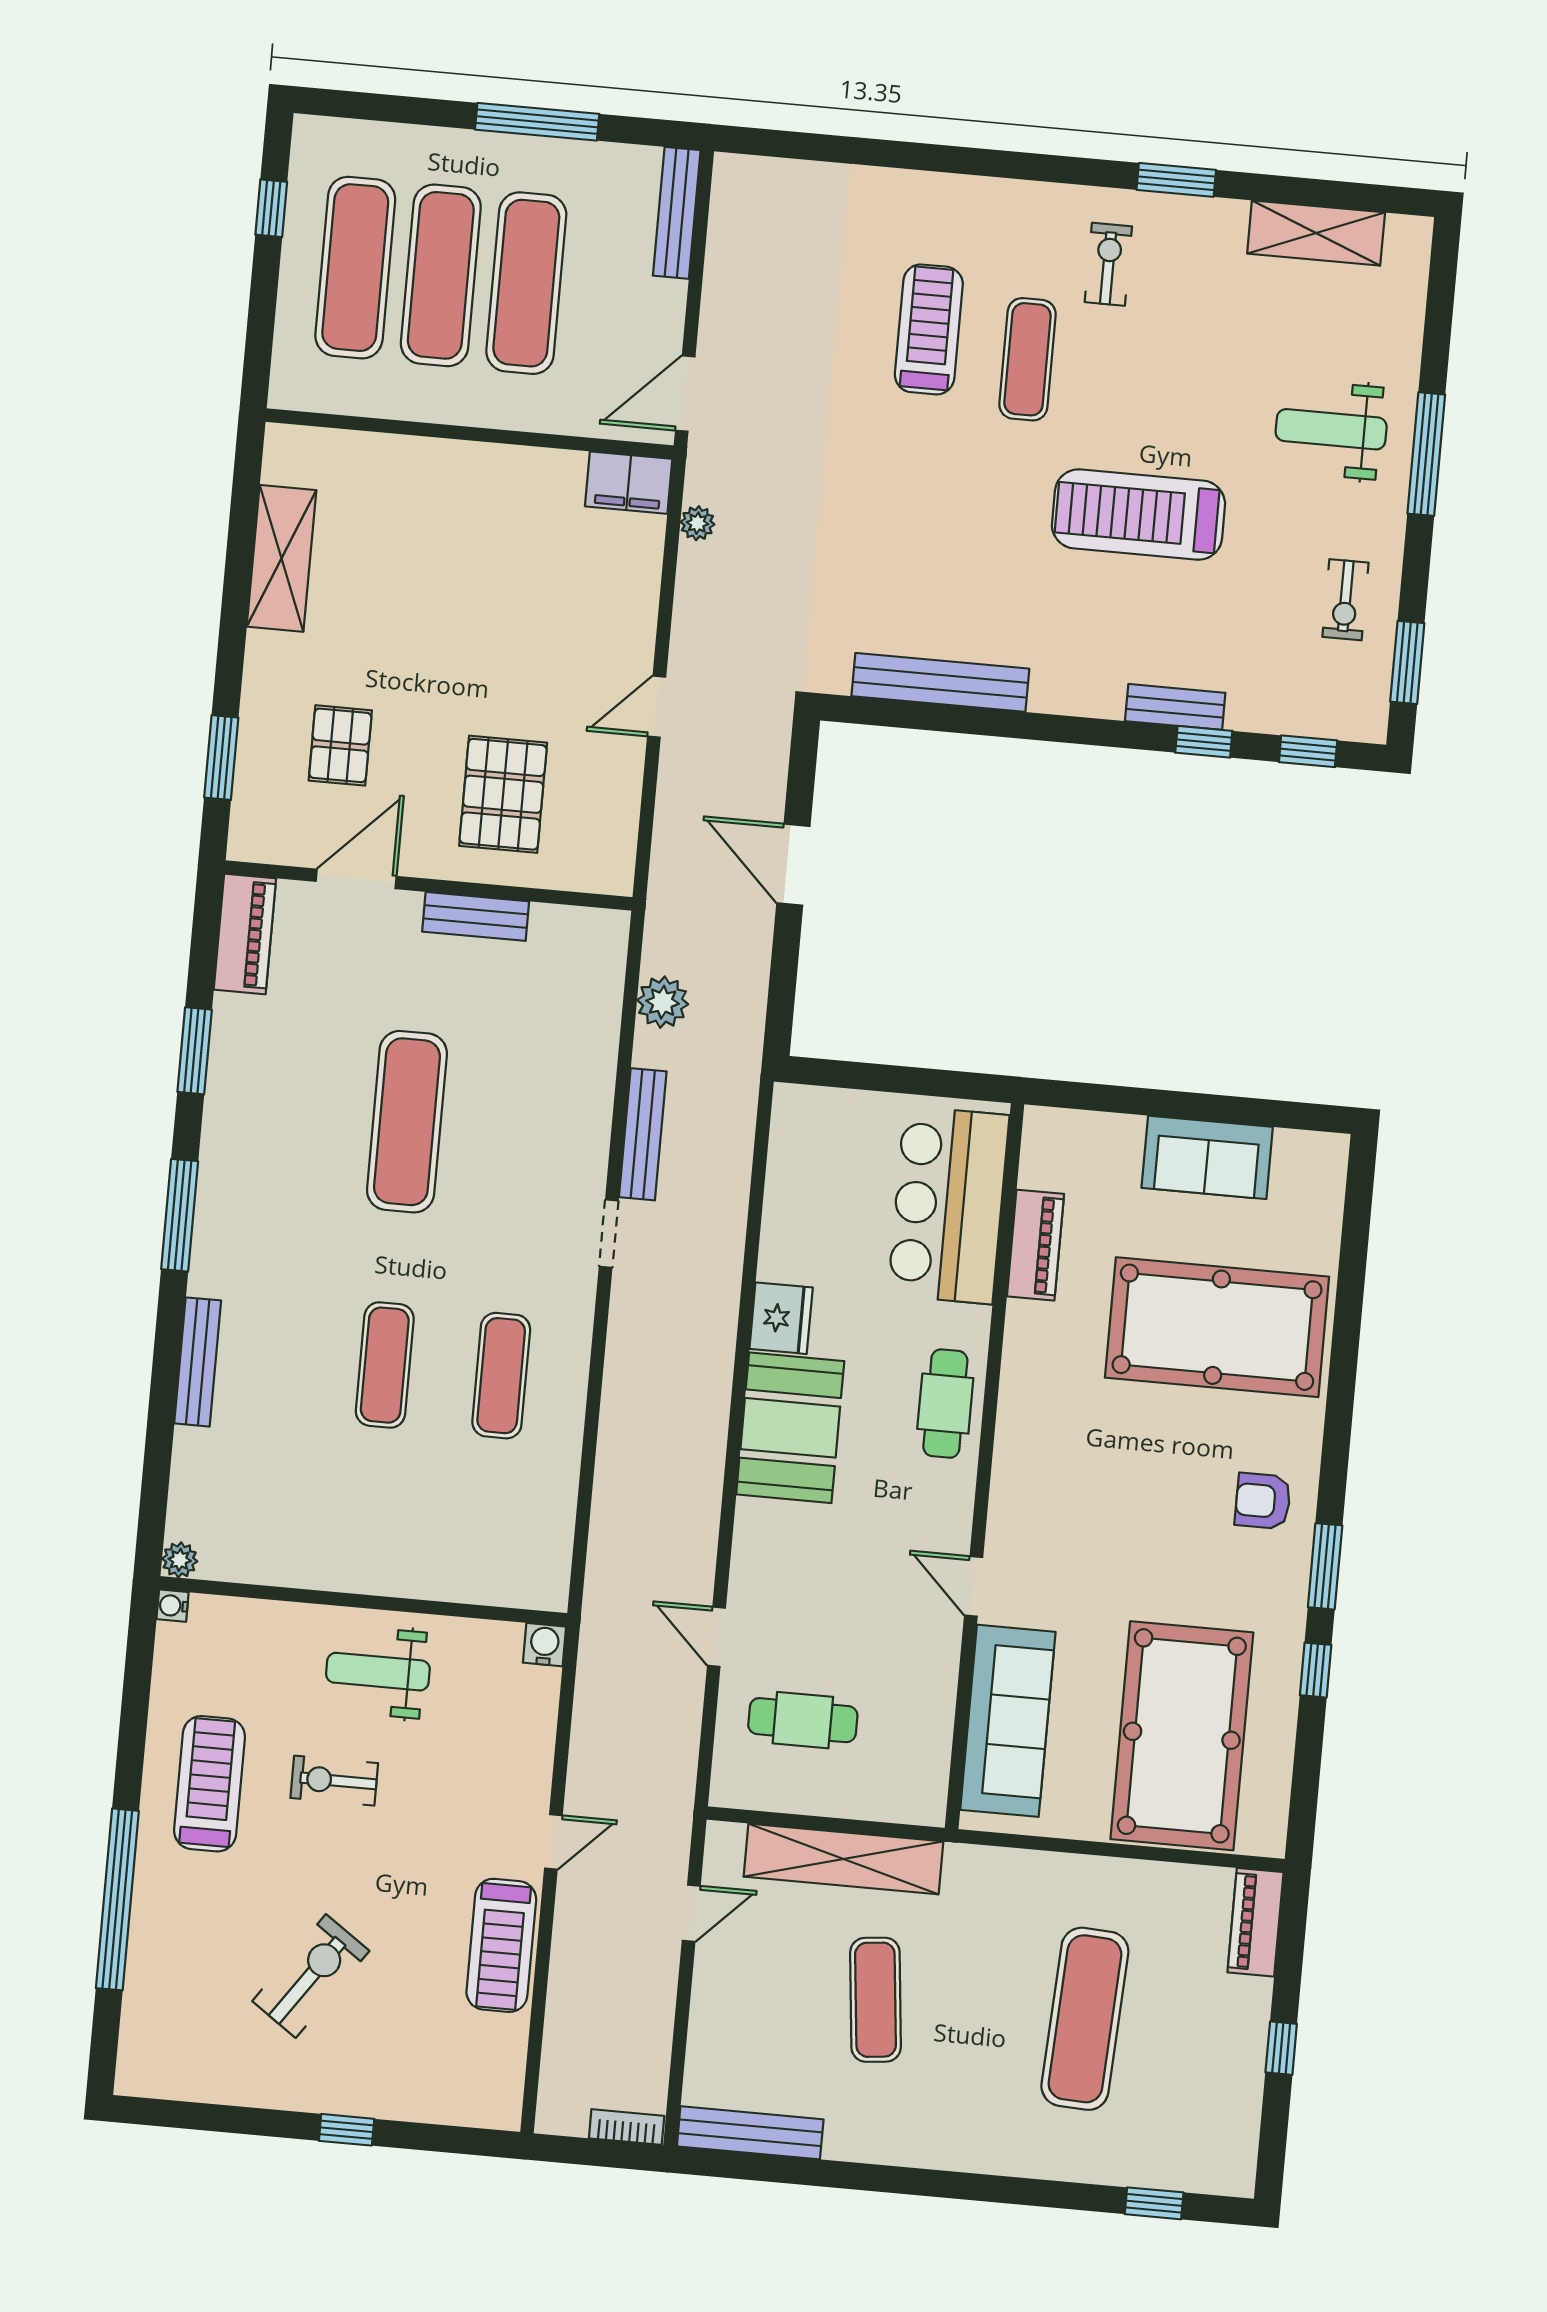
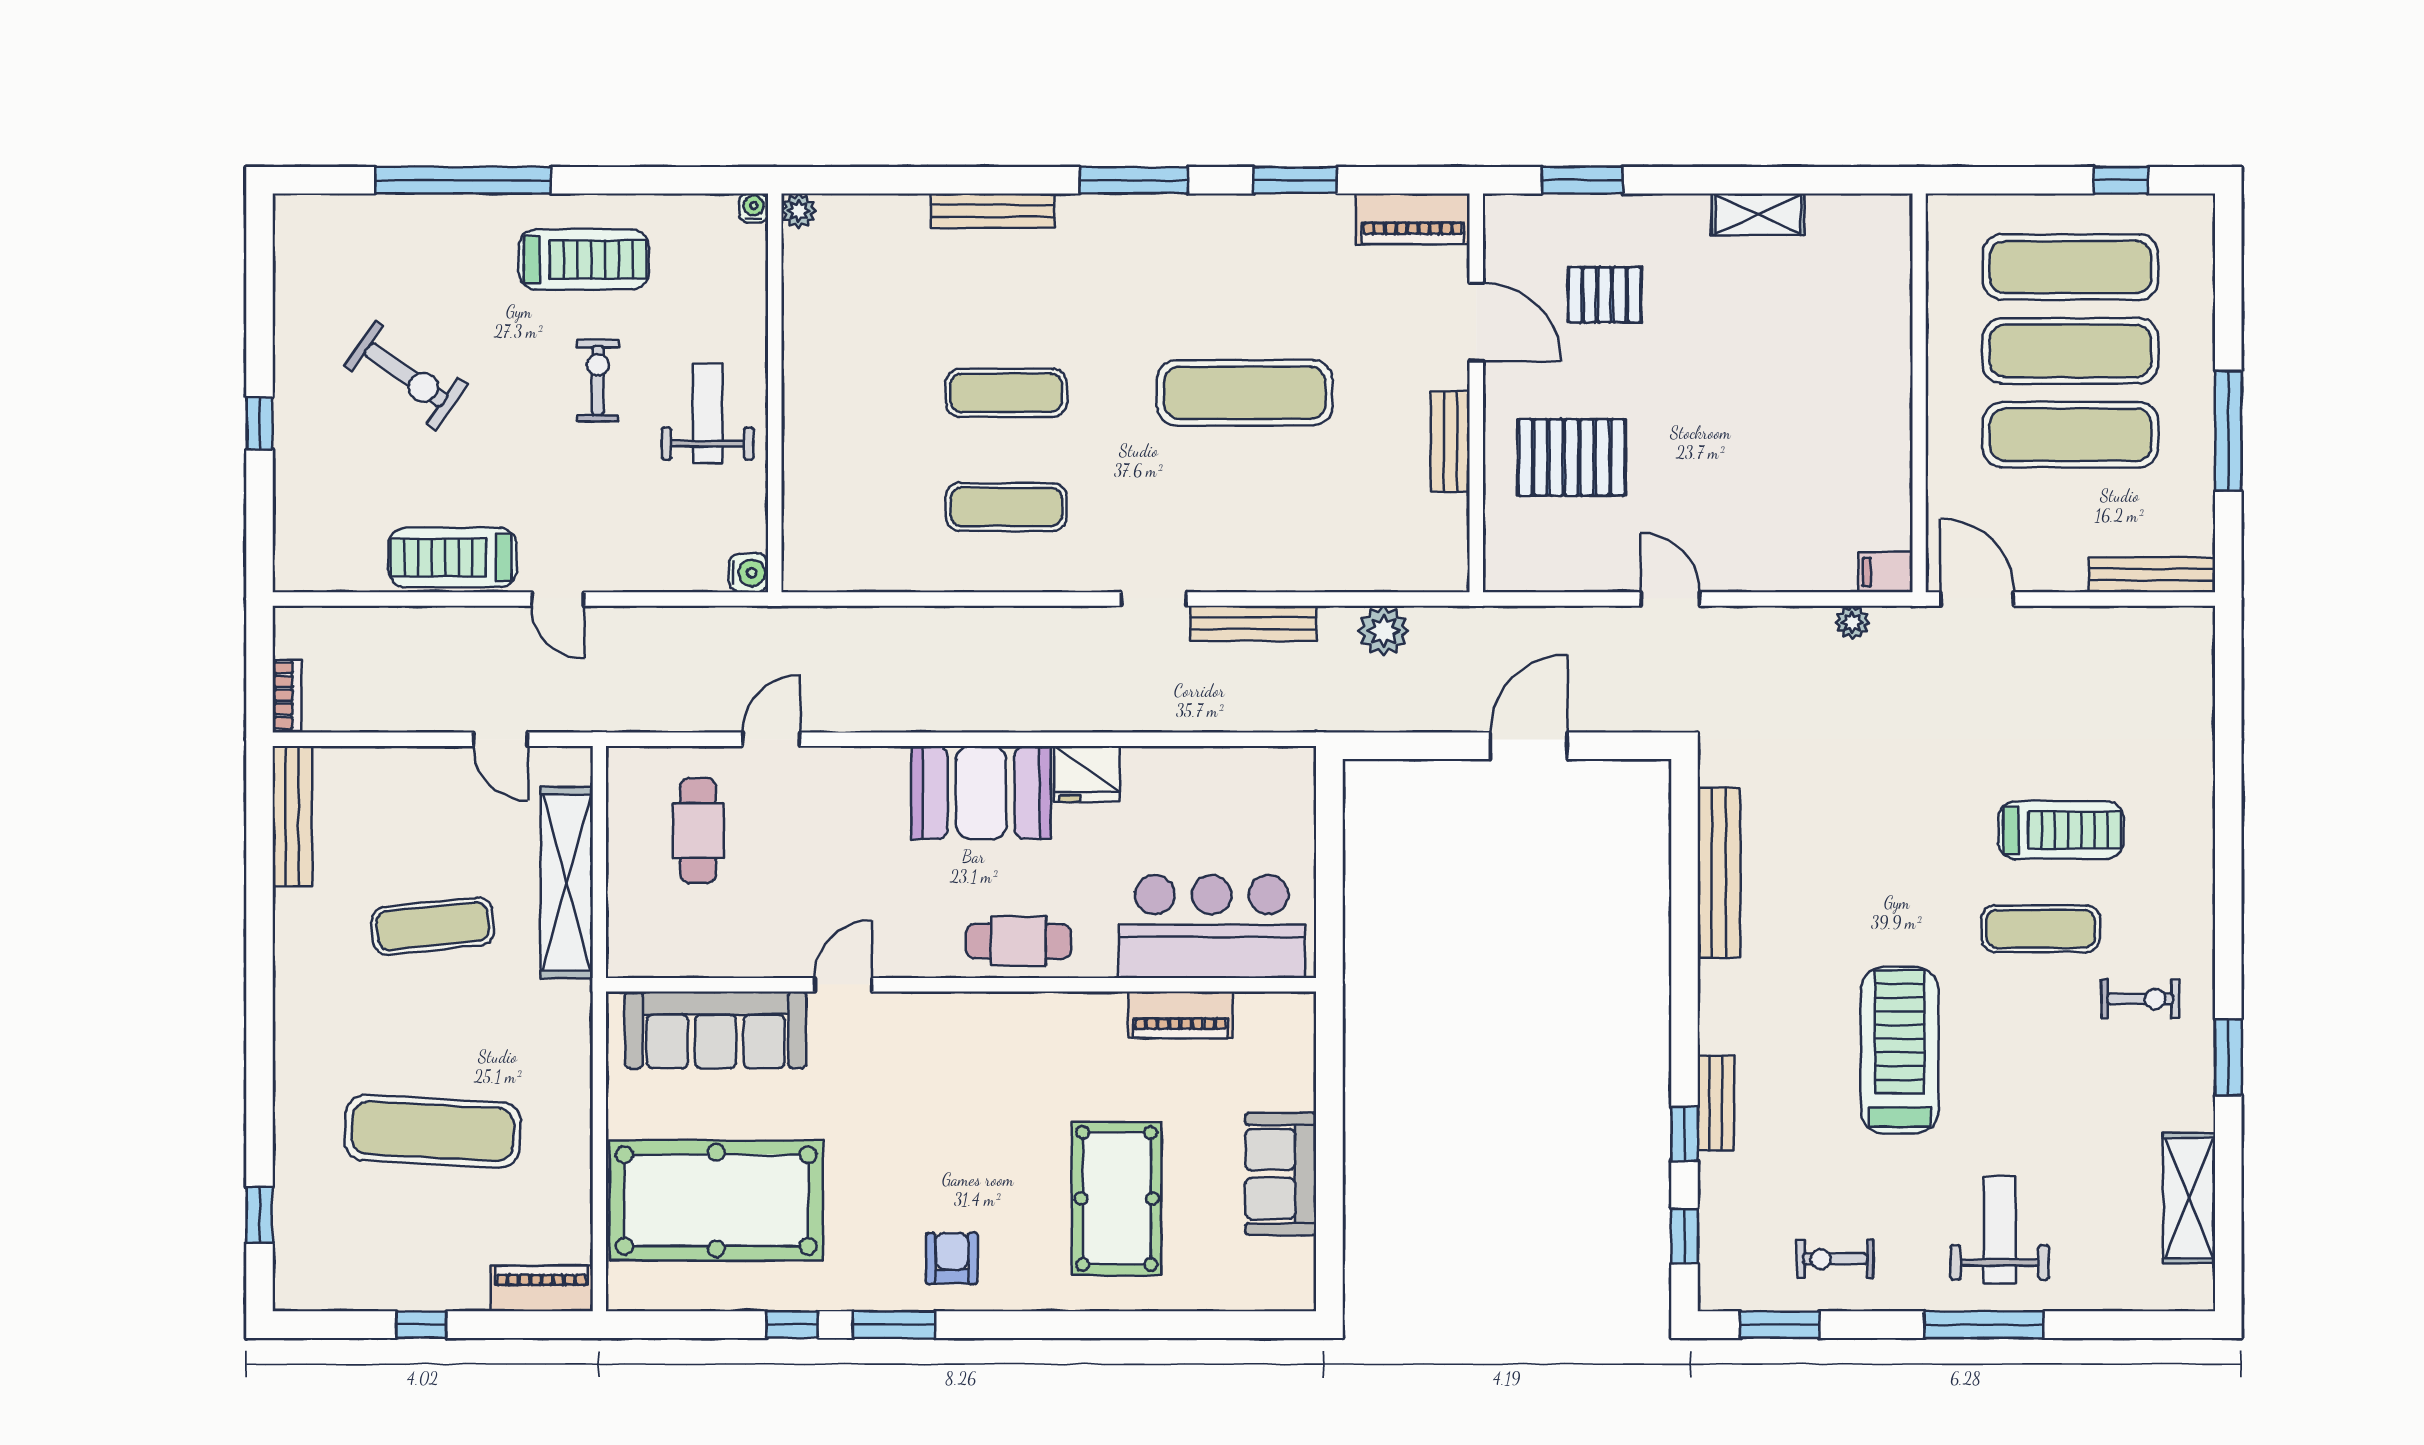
filing cabinet: (629, 483) -> (1886, 572), width x0.50
shelving: (282, 558) -> (1758, 214), width x0.67, depth x0.75
pool table: (1217, 1327) -> (1117, 1199), width x0.73, depth x0.76

